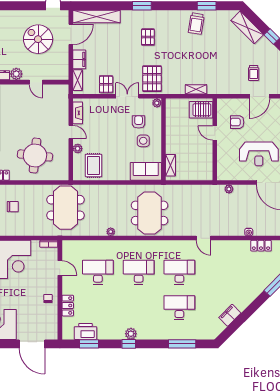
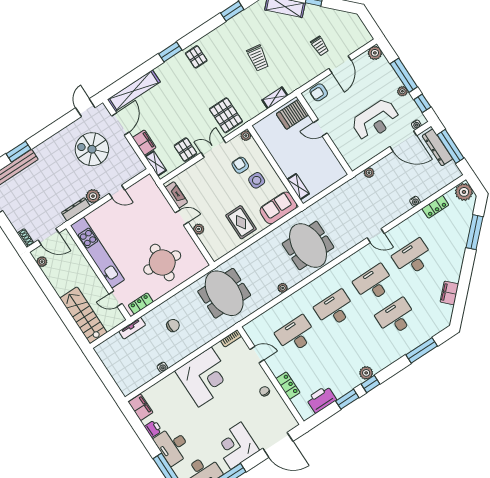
trolley: (196, 24) -> (258, 58), moved
pallet: (148, 37) -> (196, 57), moved
armchair: (237, 122) -> (319, 92), moved
rug: (94, 165) -> (241, 222), moved
desk: (220, 272) -> (413, 258), added
window: (89, 344) -> (347, 399), moved

